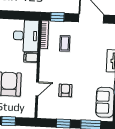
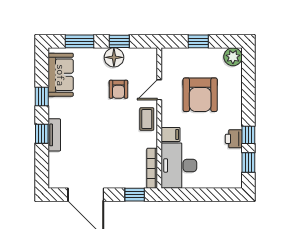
coffee table: (65, 43) -> (147, 119), moved
floor lamp: (67, 113) -> (114, 57), added

